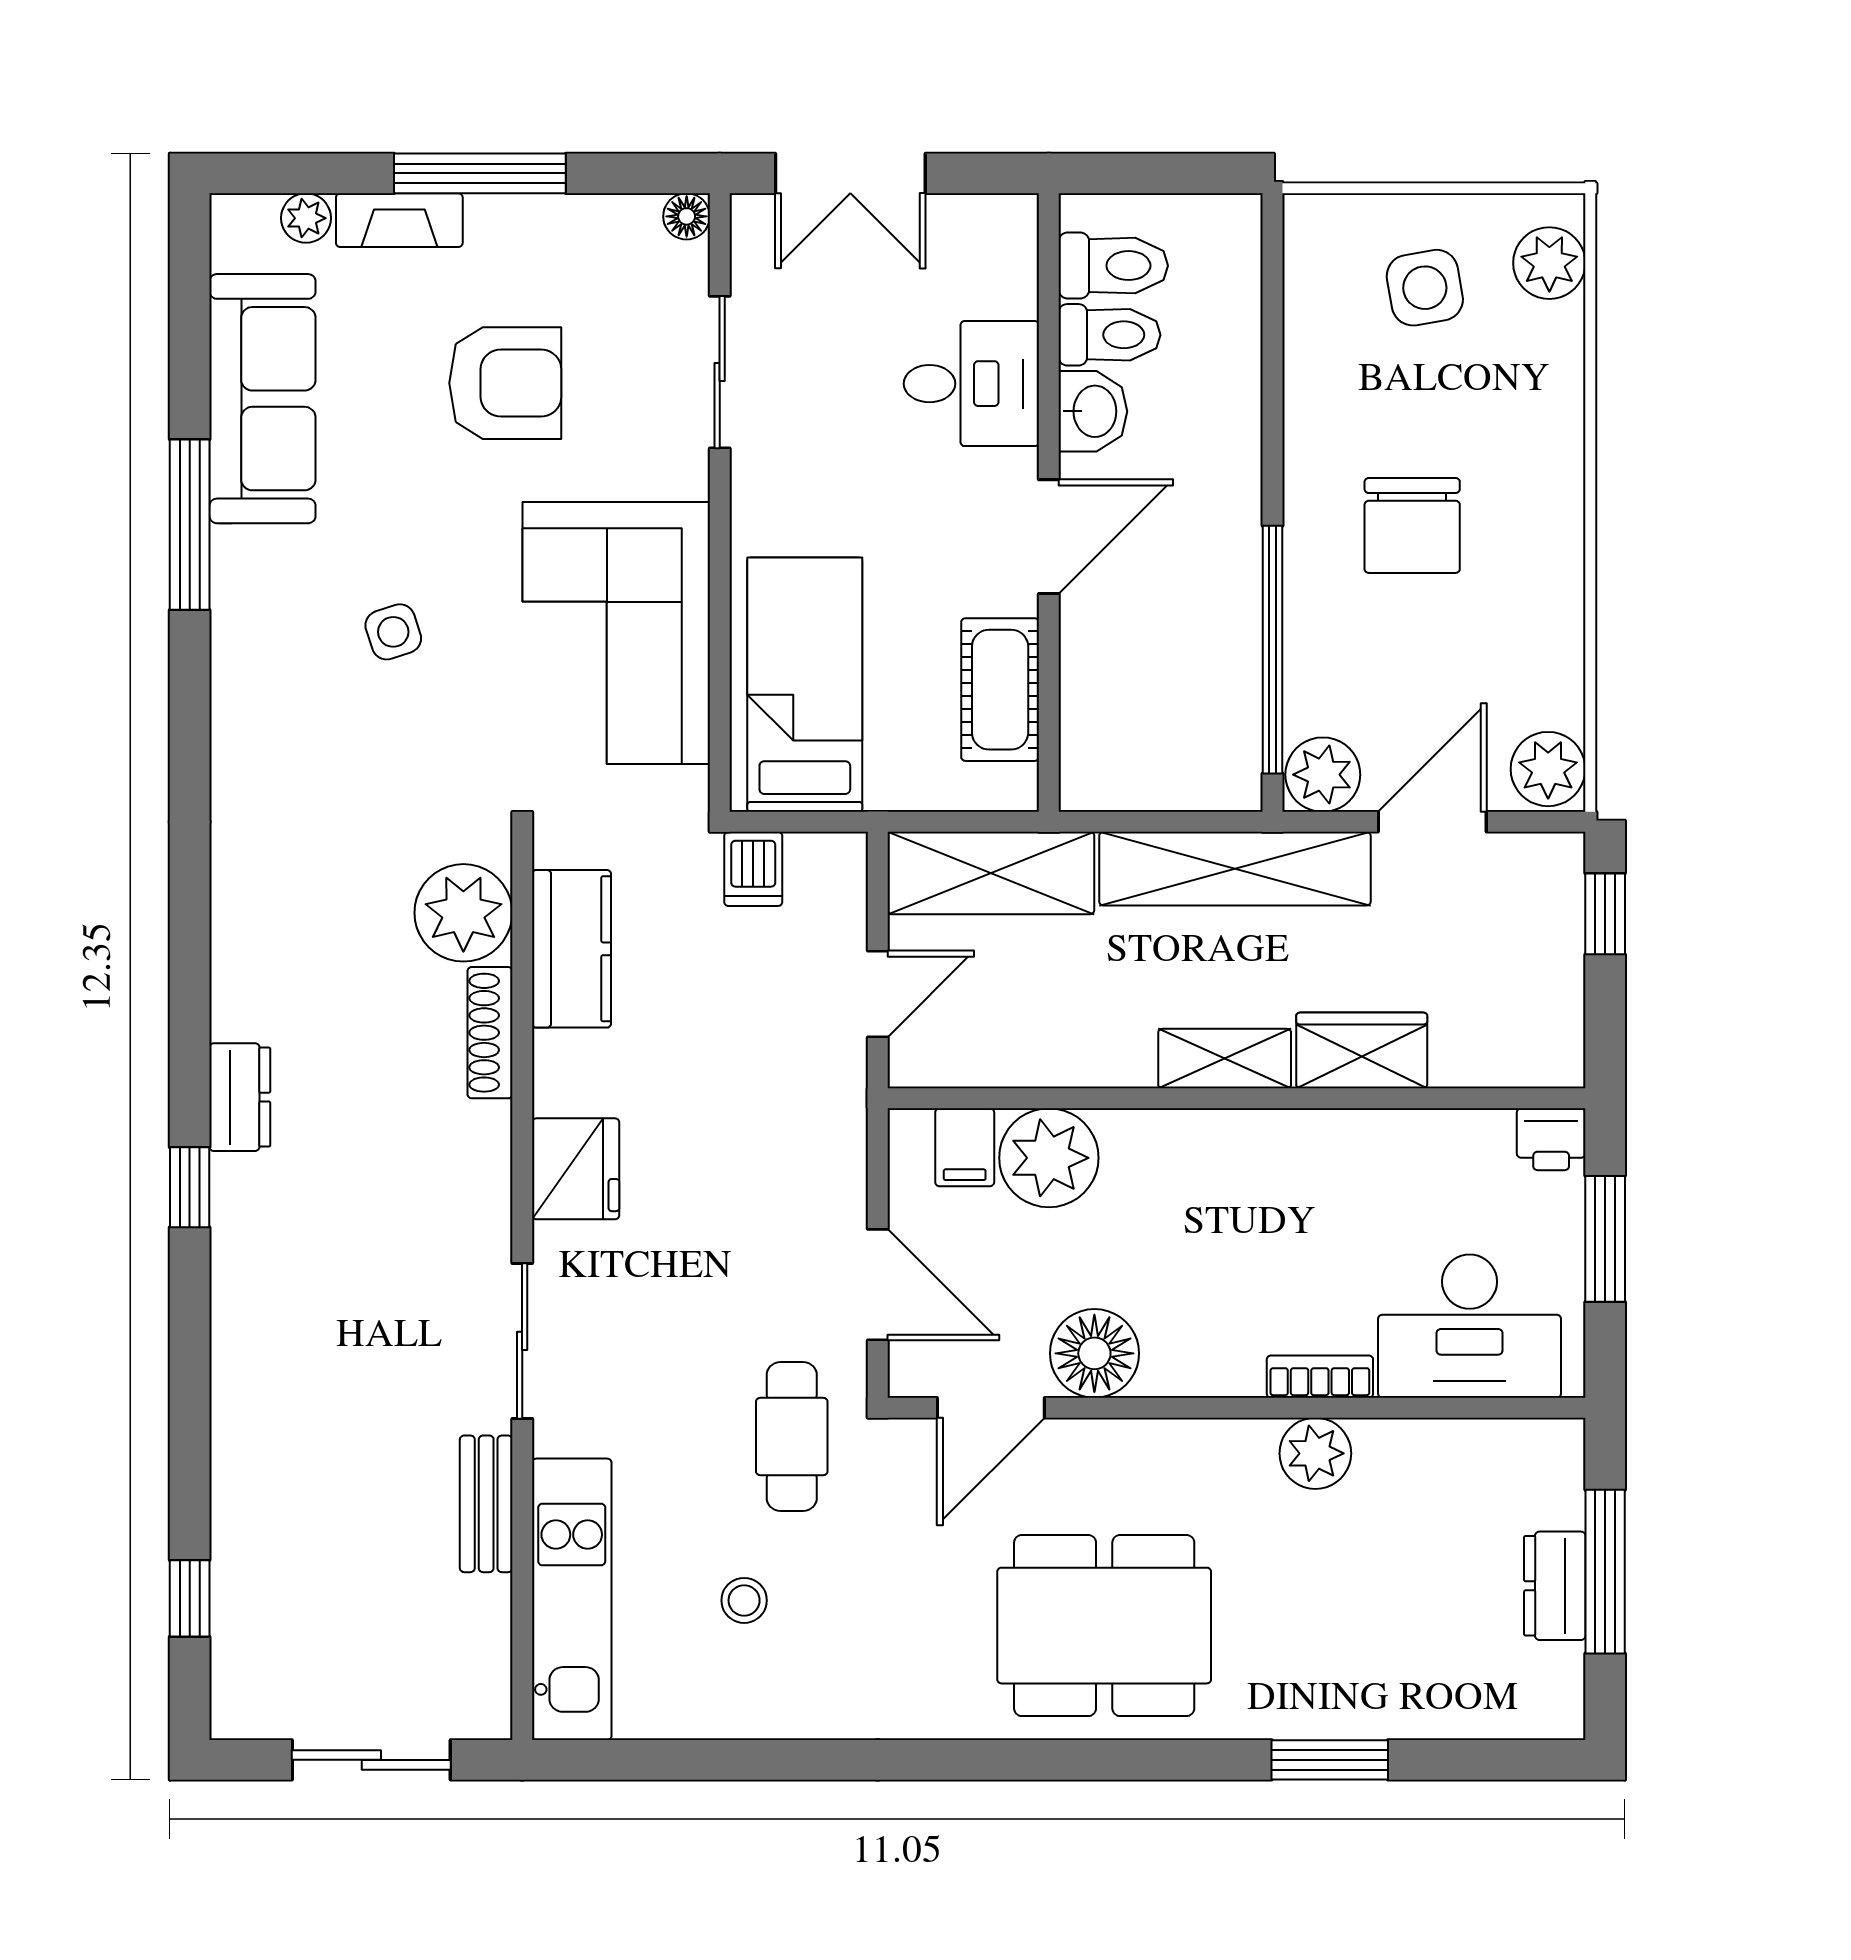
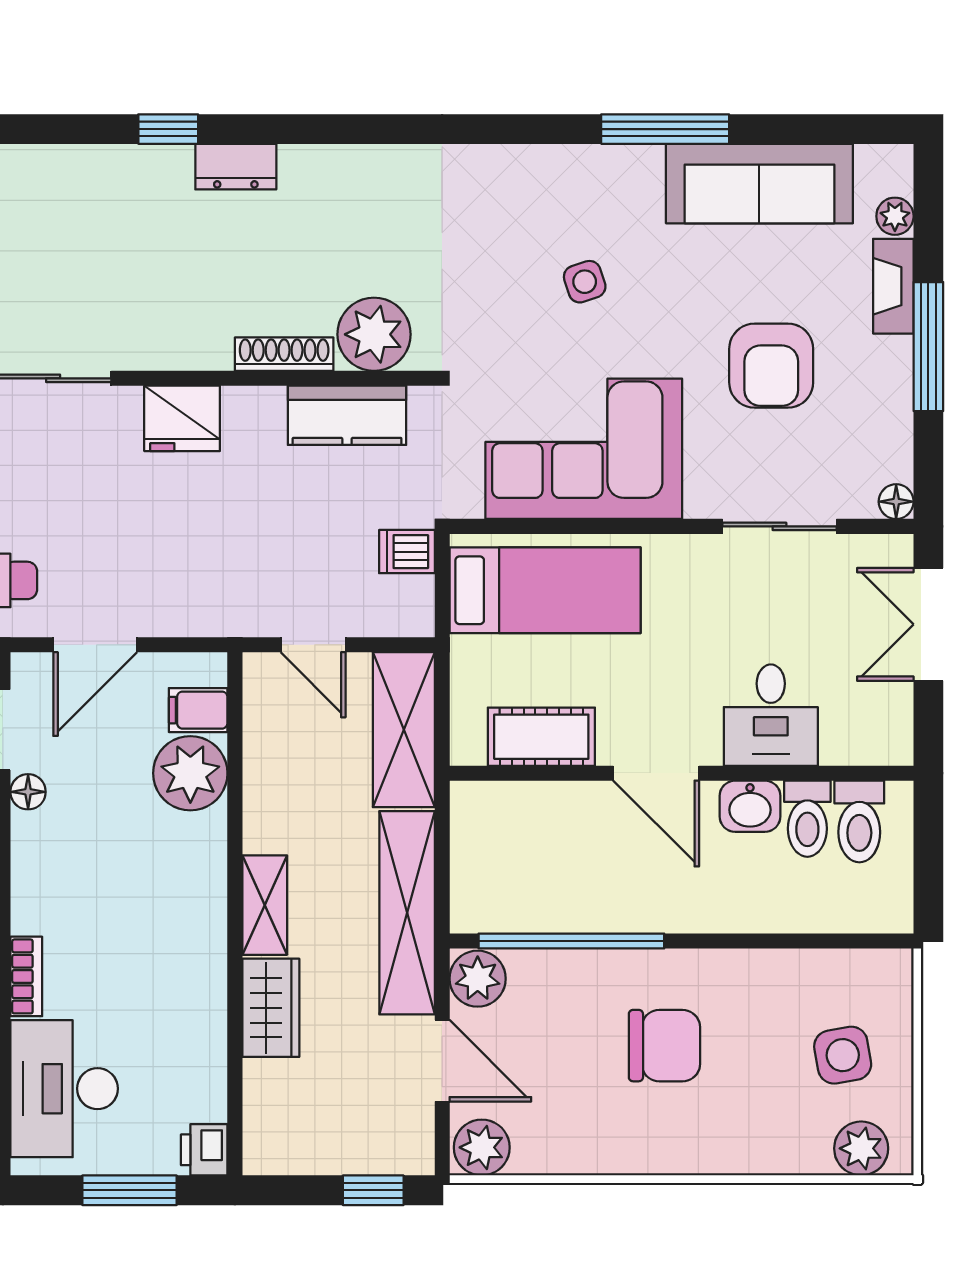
chair: (1412, 525) -> (664, 1046), turned 180
floor lamp: (1094, 1353) -> (28, 792), width x0.53, depth x0.53

